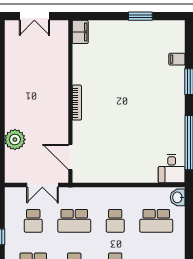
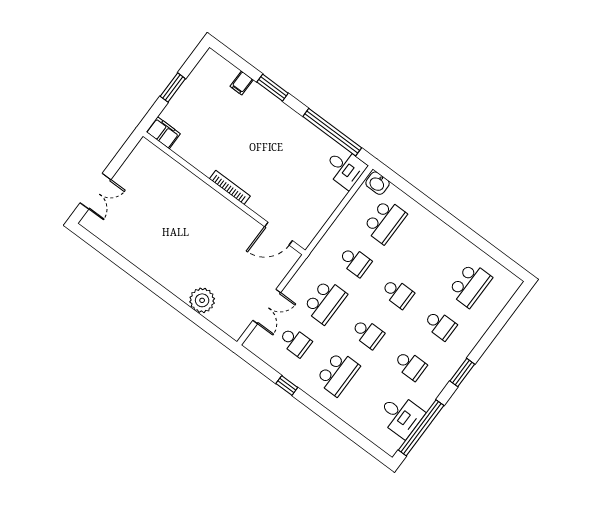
filing cabinet: (80, 32) -> (163, 133), moved
wall: (70, 102) -> (224, 193), moved
bookcase: (77, 103) -> (230, 187), moved
door: (70, 157) -> (279, 234), moved

